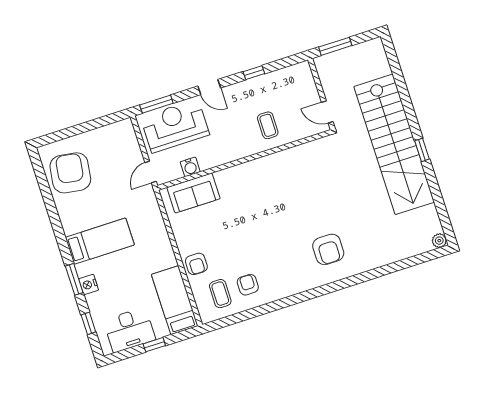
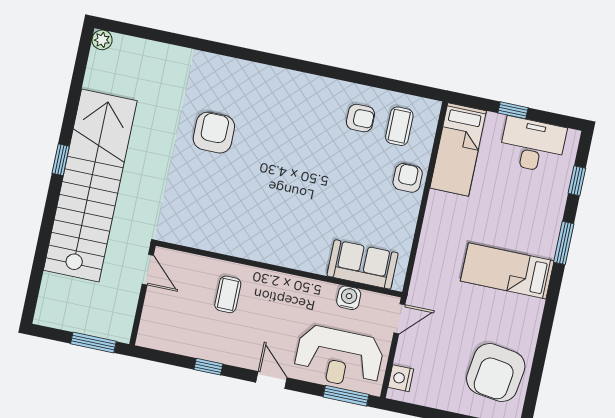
armchair: (328, 249) -> (214, 133), moved
nightstand: (89, 285) -> (401, 378), moved, turned 180
armchair: (248, 285) -> (360, 118), turned -90

